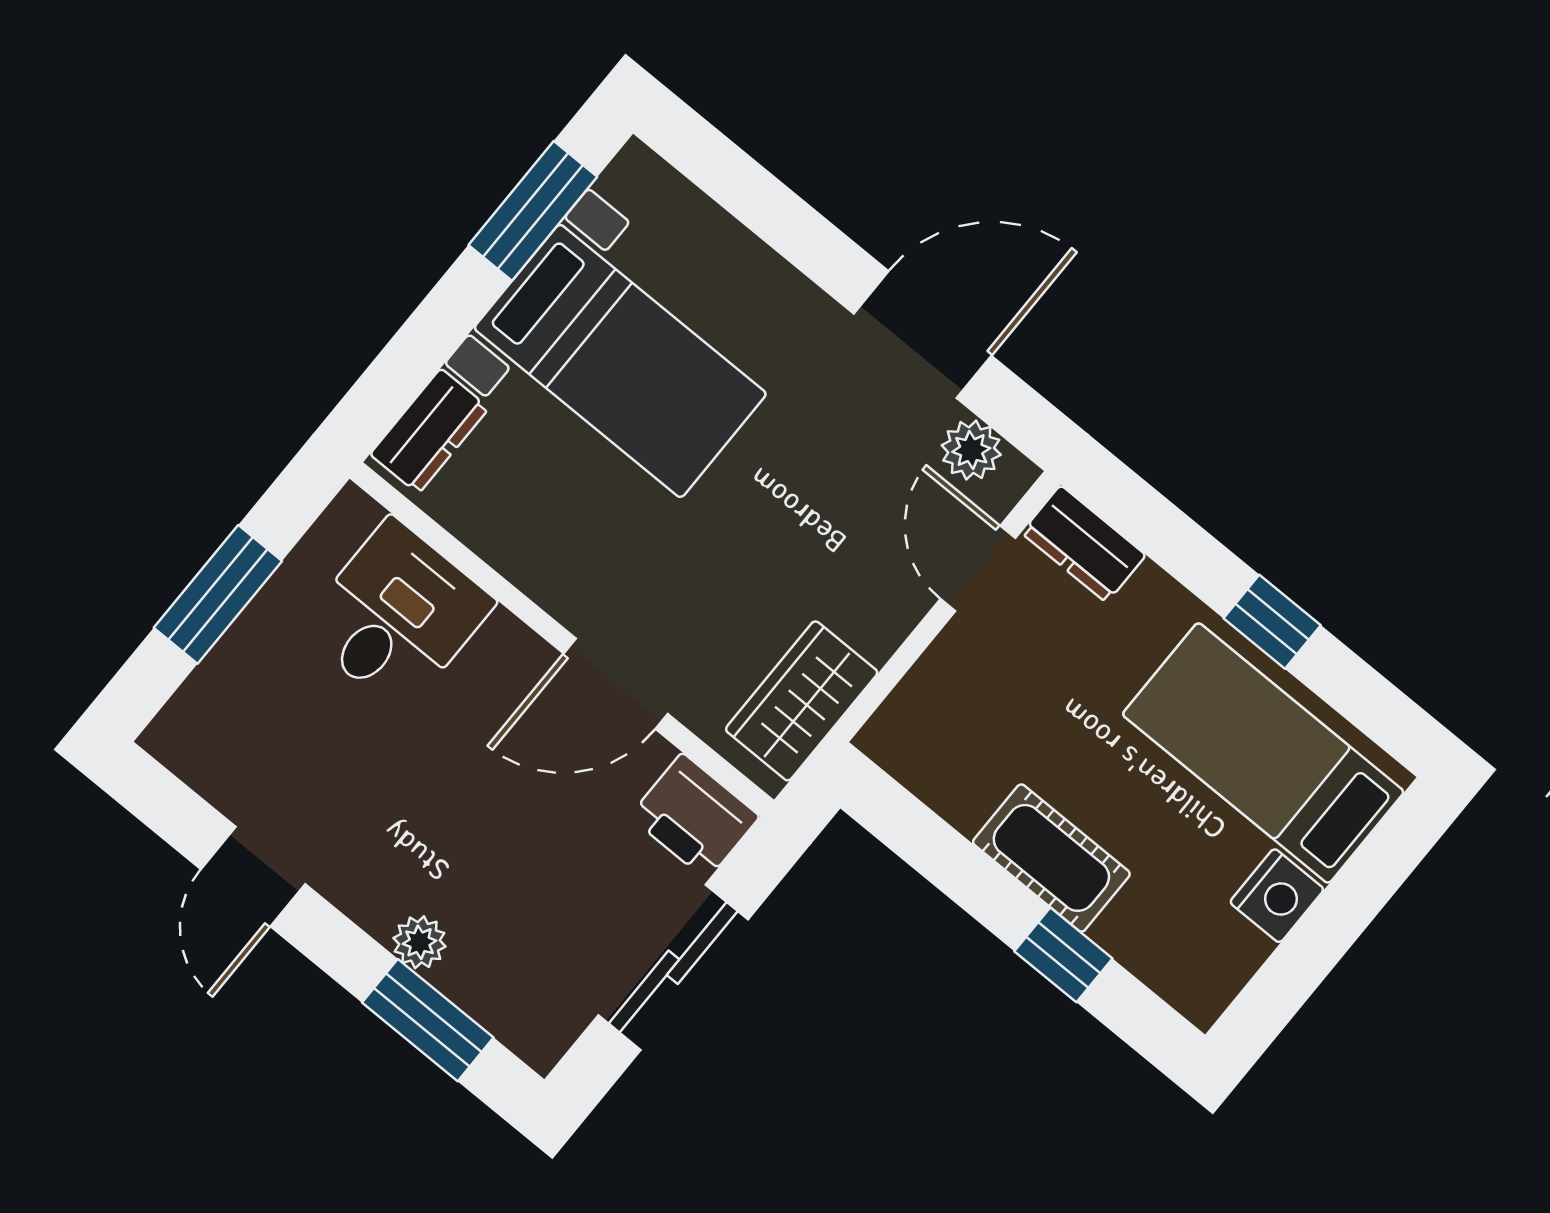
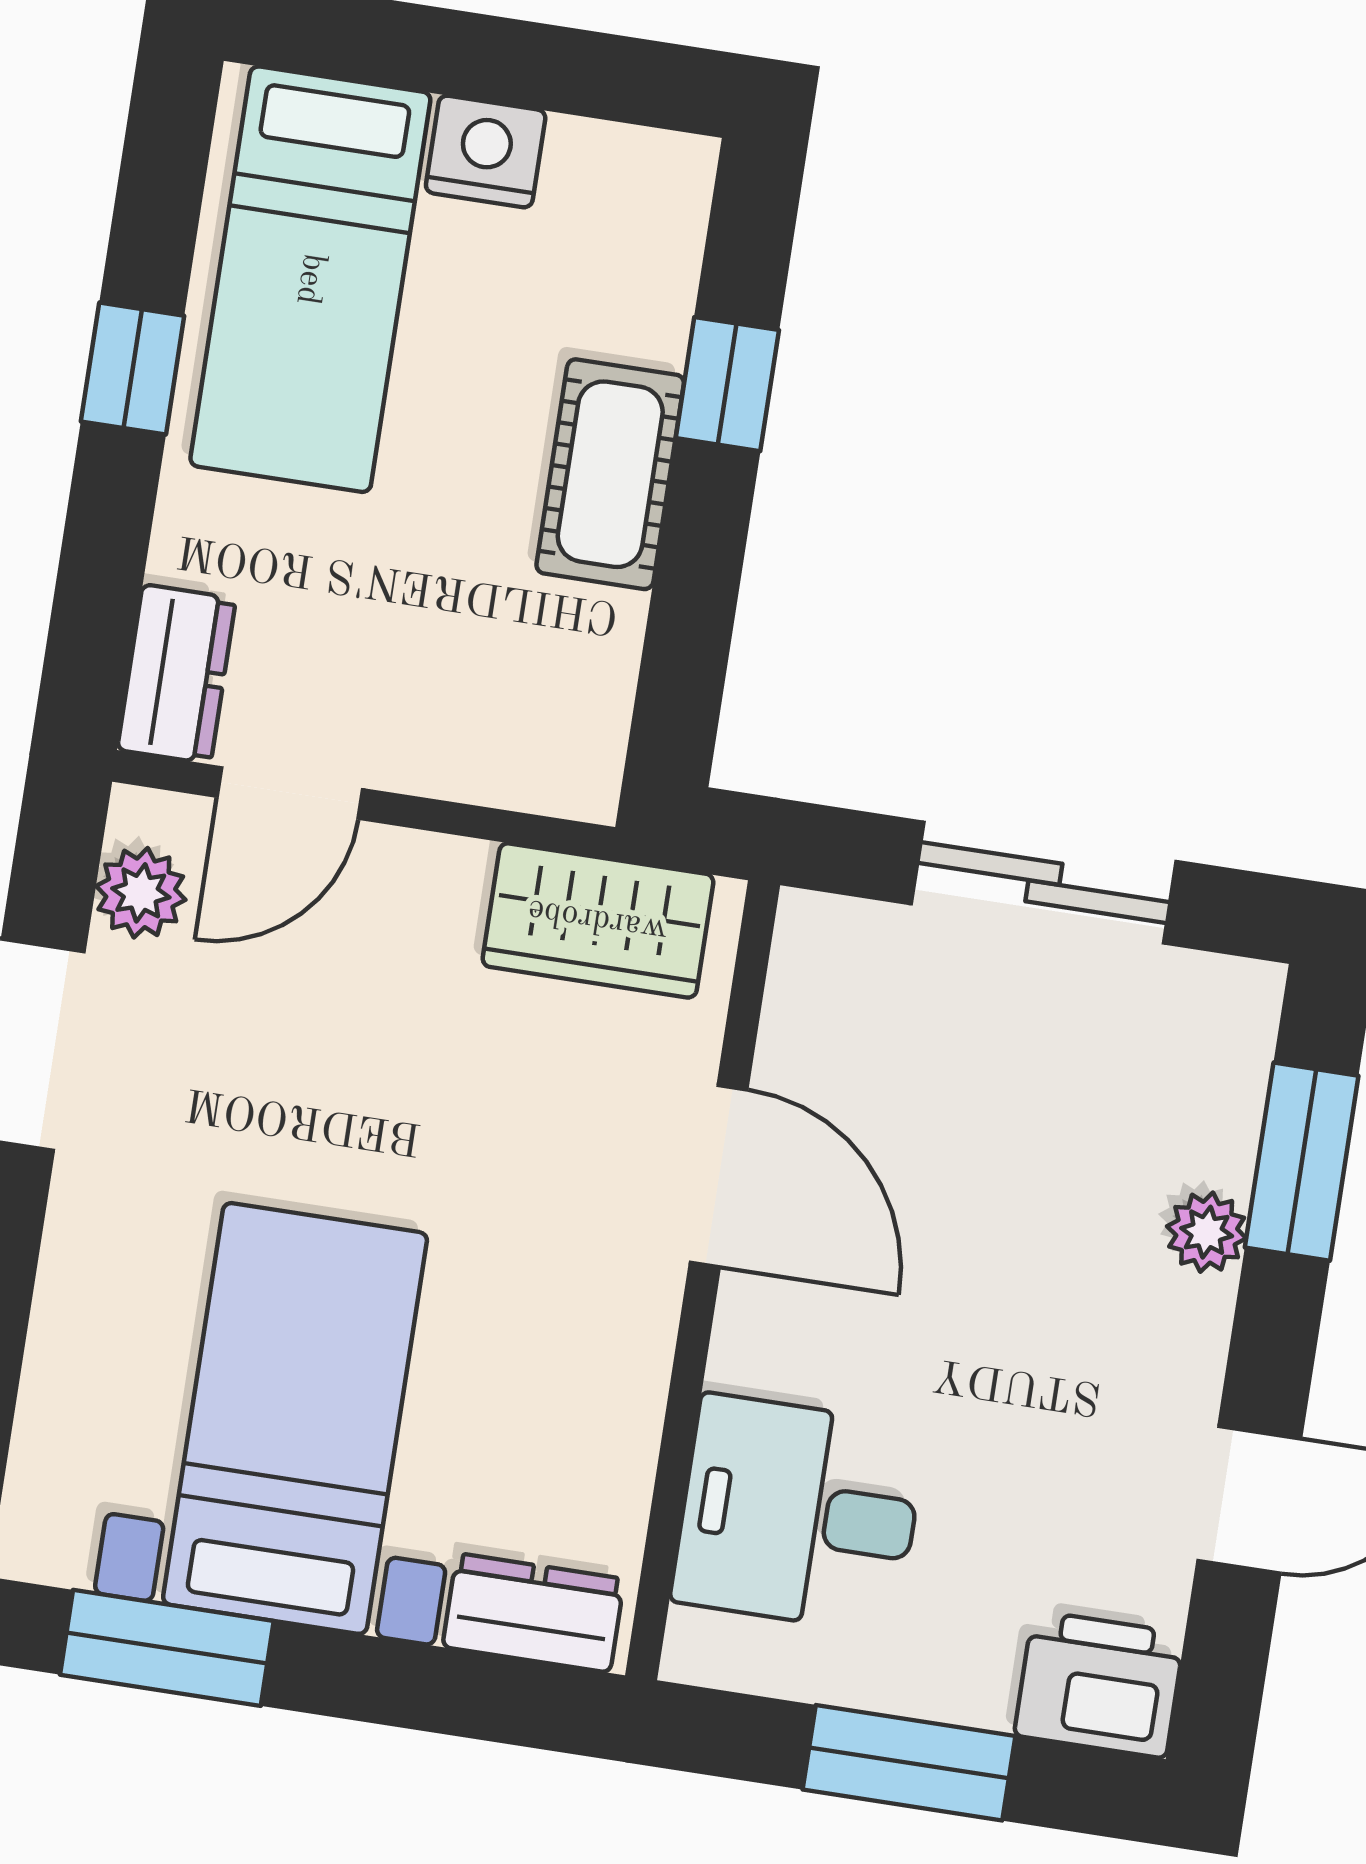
printer: (695, 816) -> (1099, 1684), moved, turned -90

